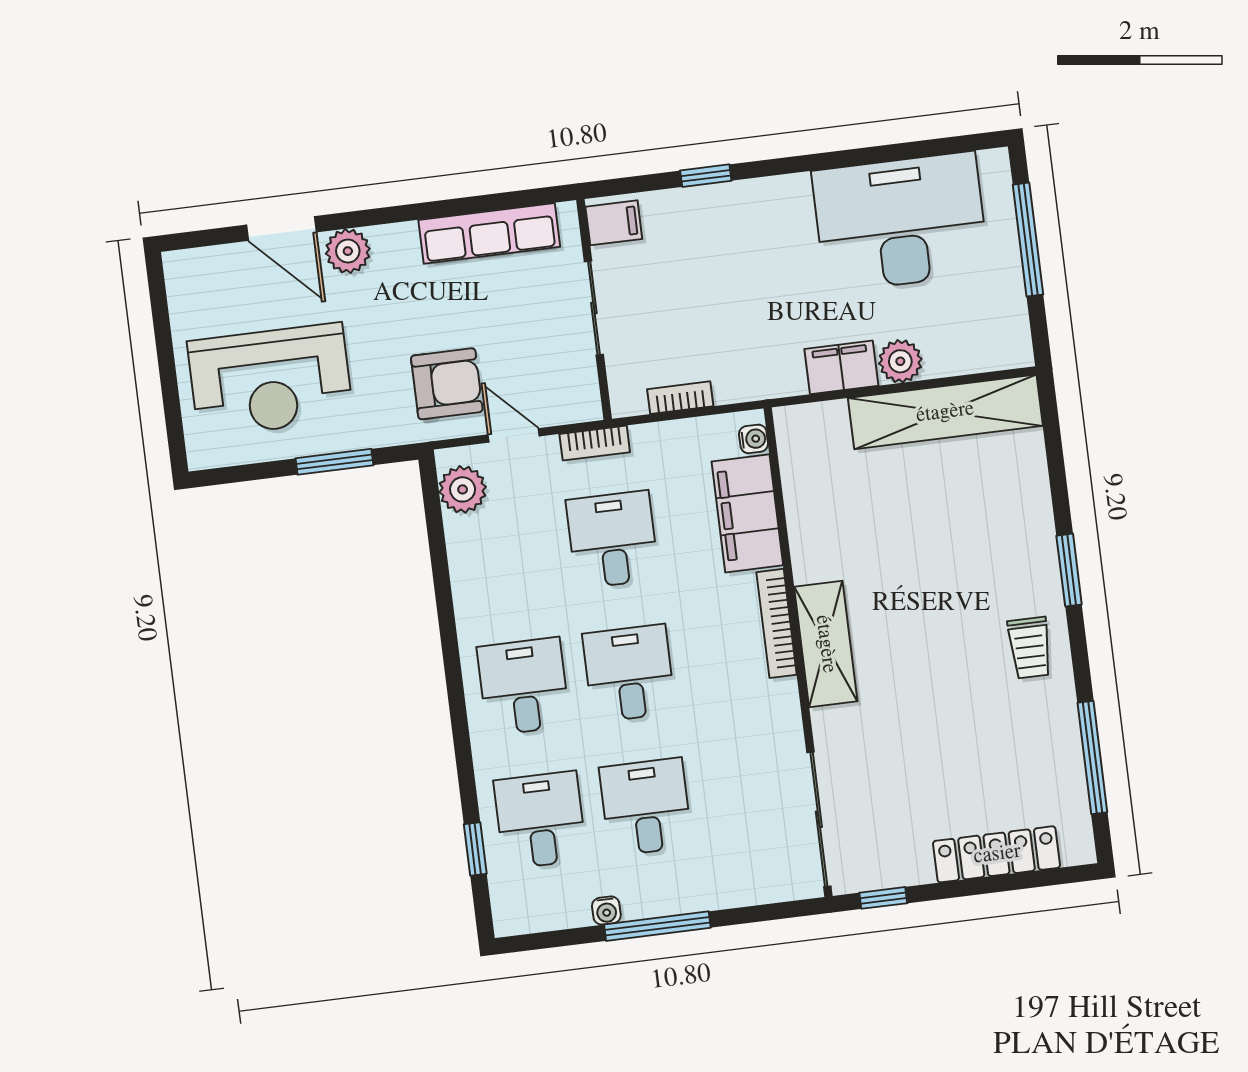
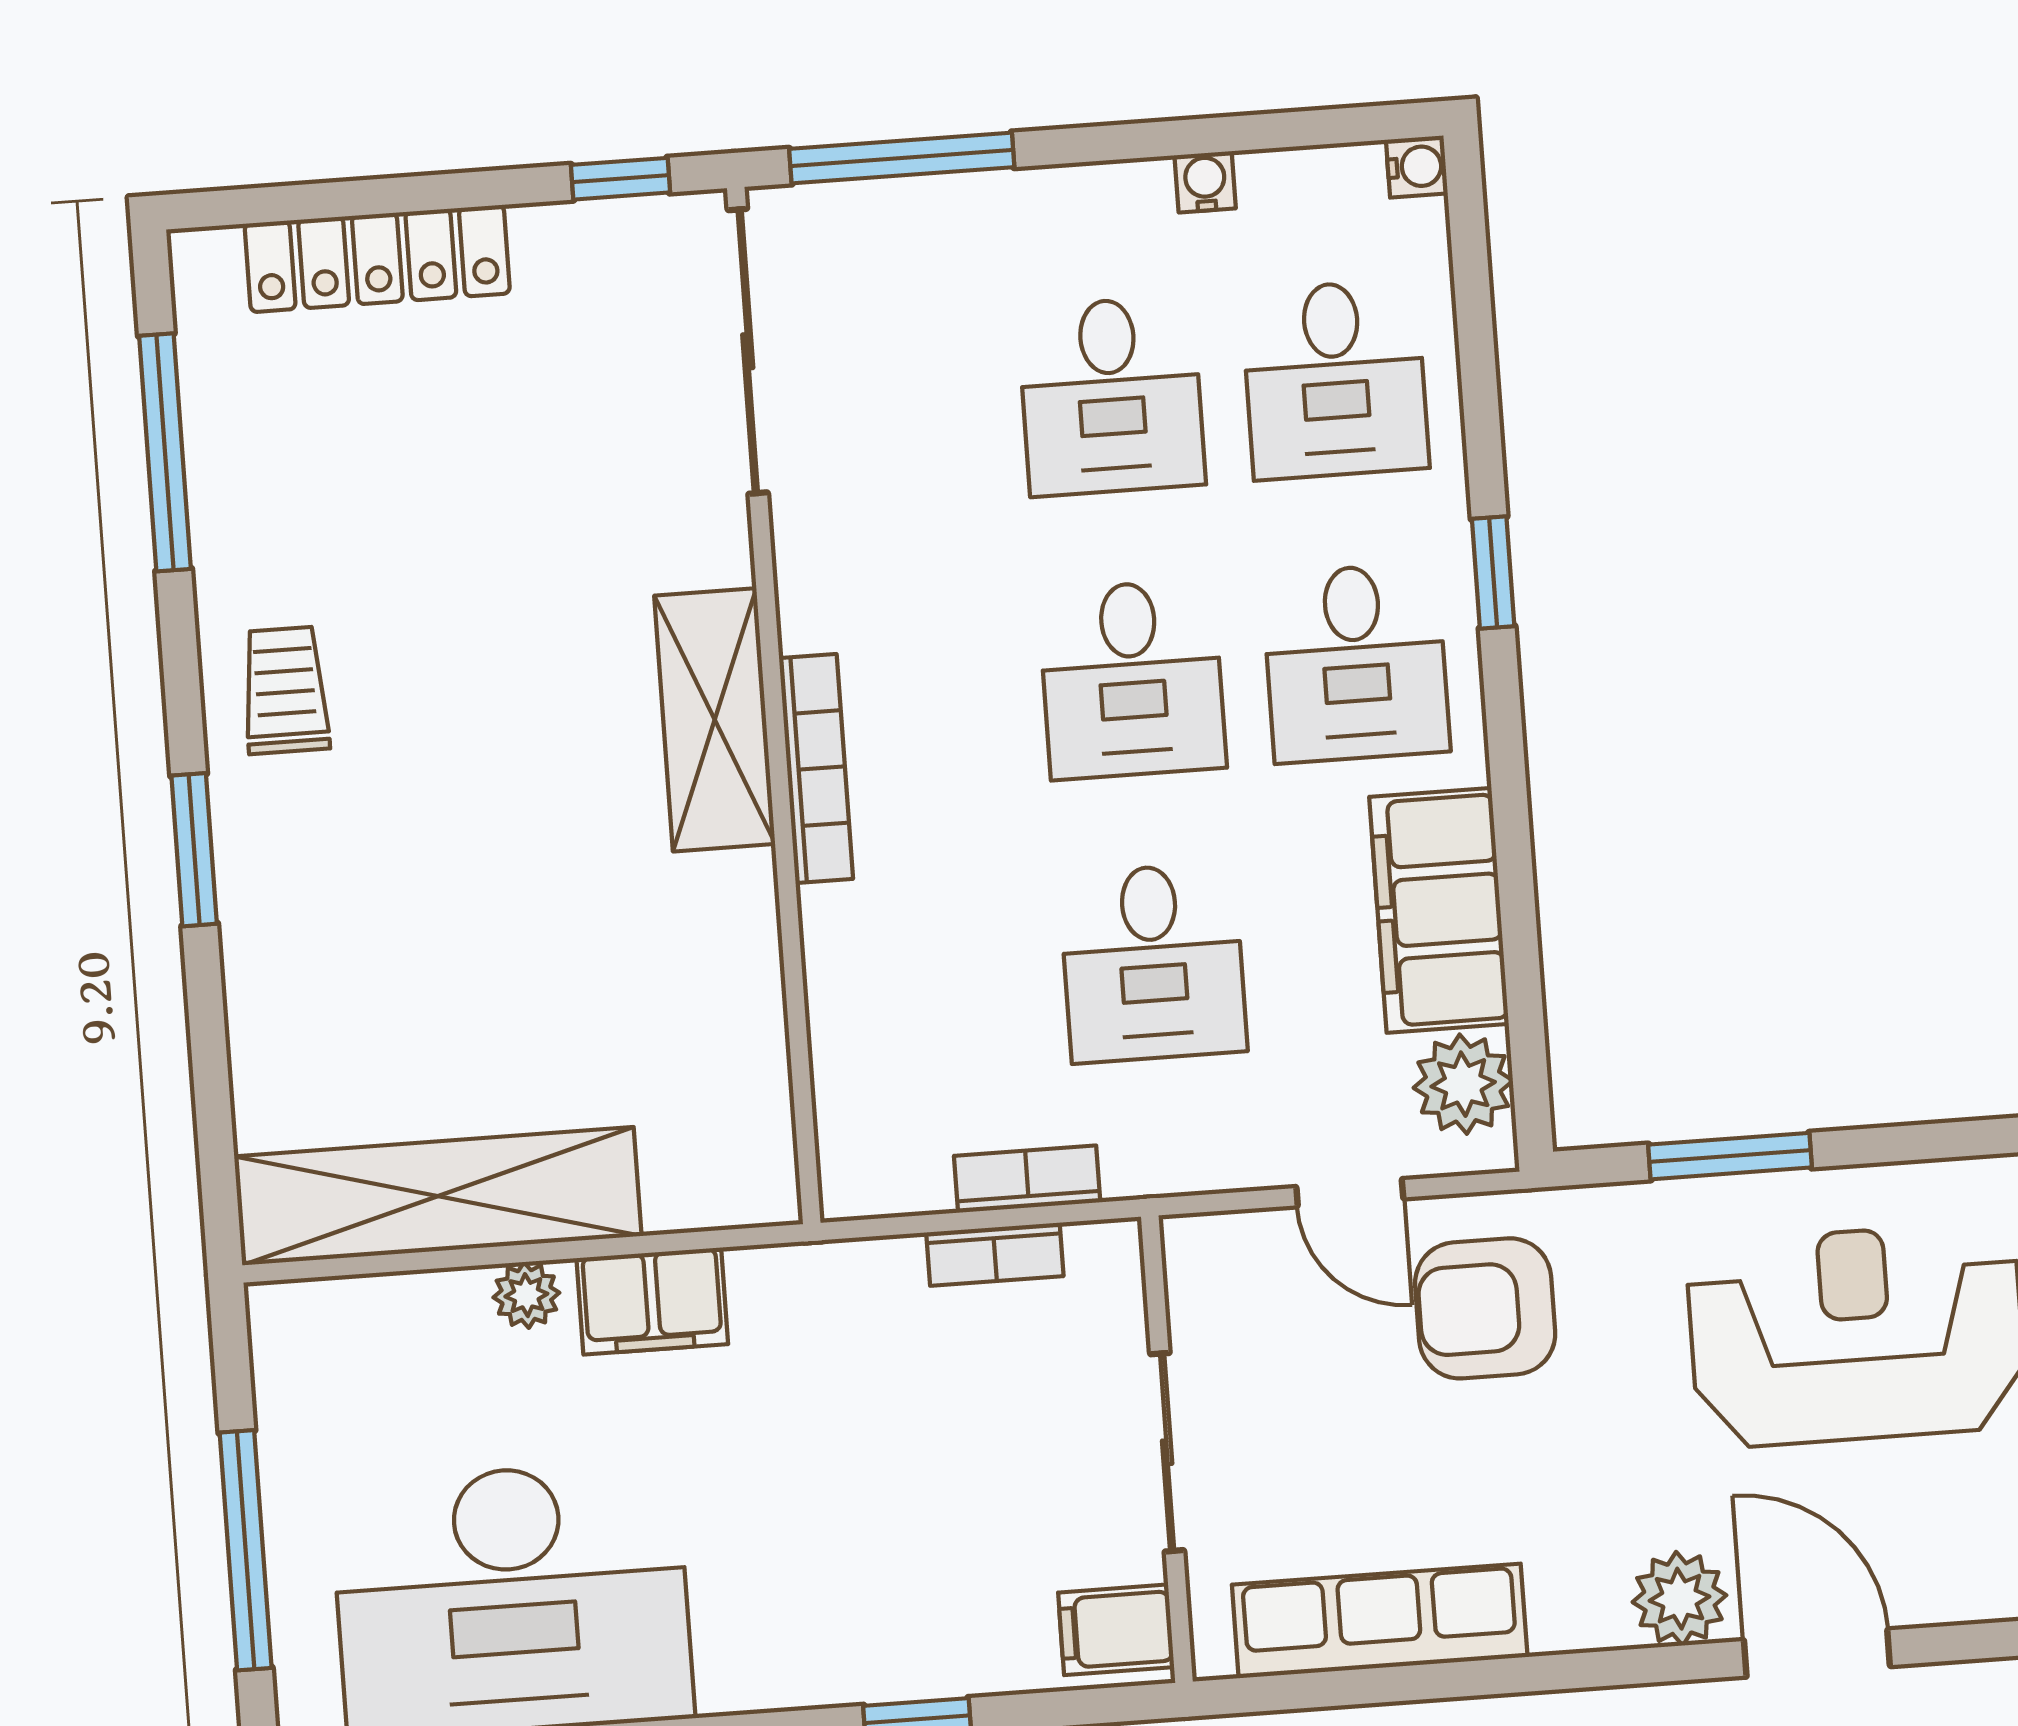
plant: (900, 361) -> (526, 1295), width x0.73, depth x0.73
water cooler: (754, 439) -> (1417, 167), moved, turned 180
bookcase: (595, 443) -> (1027, 1179), moved
filing cabinet: (747, 513) -> (1439, 910), moved, turned 180
window: (475, 849) -> (1493, 572), moved
window: (657, 926) -> (902, 158), moved

